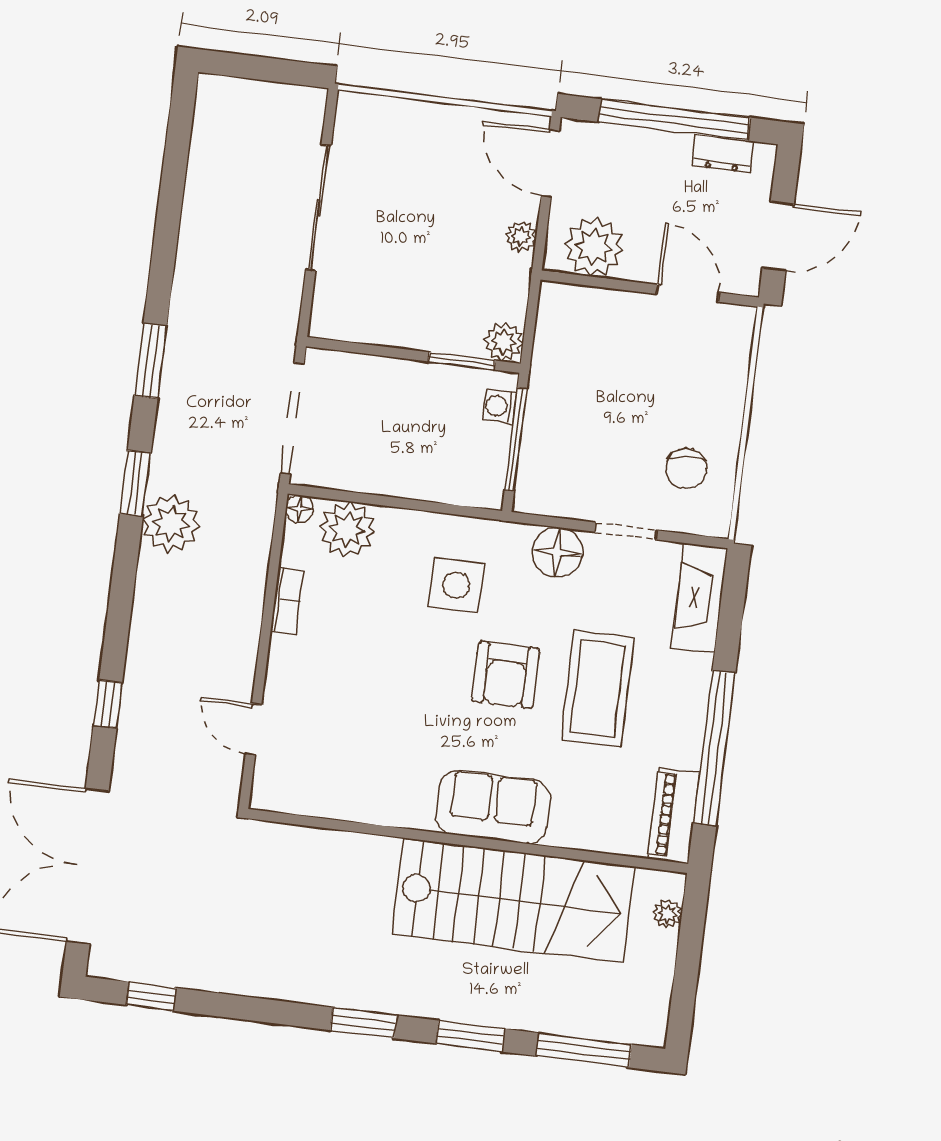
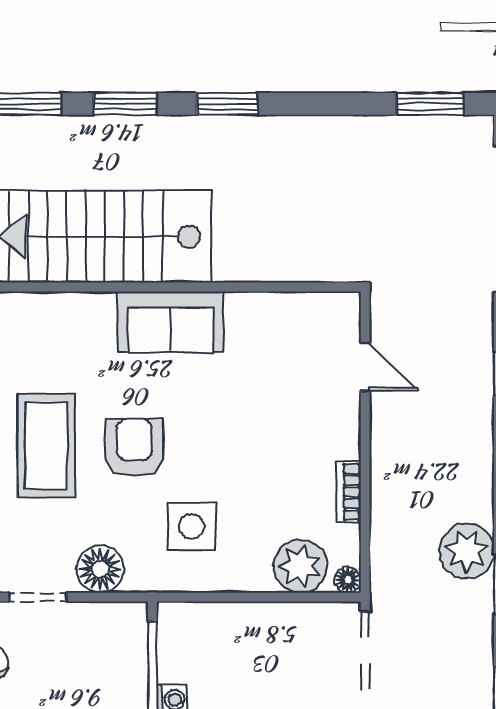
sofa: (493, 807) -> (170, 322), moved
window: (151, 996) -> (430, 104), width x1.50

